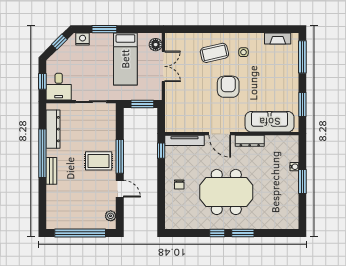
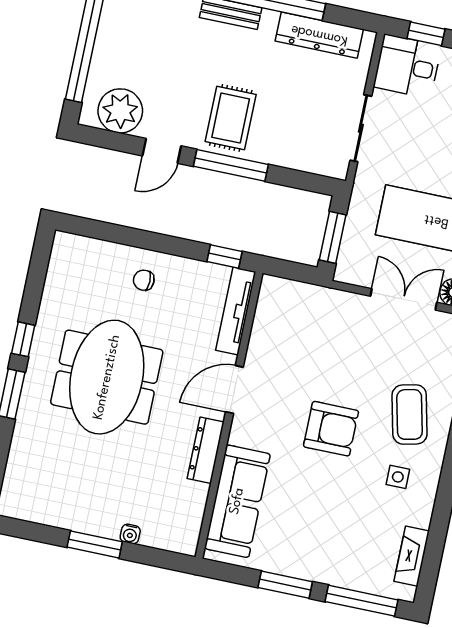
double door: (163, 66) -> (404, 299), swing flipped
window: (302, 105) -> (285, 585), moved
plant: (111, 216) -> (120, 111), width x1.87, depth x1.87

